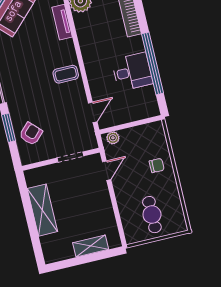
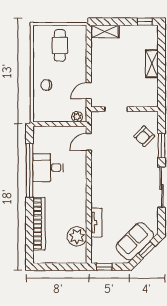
coffee table: (66, 74) -> (104, 179), removed
shelving: (42, 210) -> (152, 64), width x0.67, depth x0.75
shelving: (91, 246) -> (105, 31), moved
window: (61, 265) -> (145, 22), added

